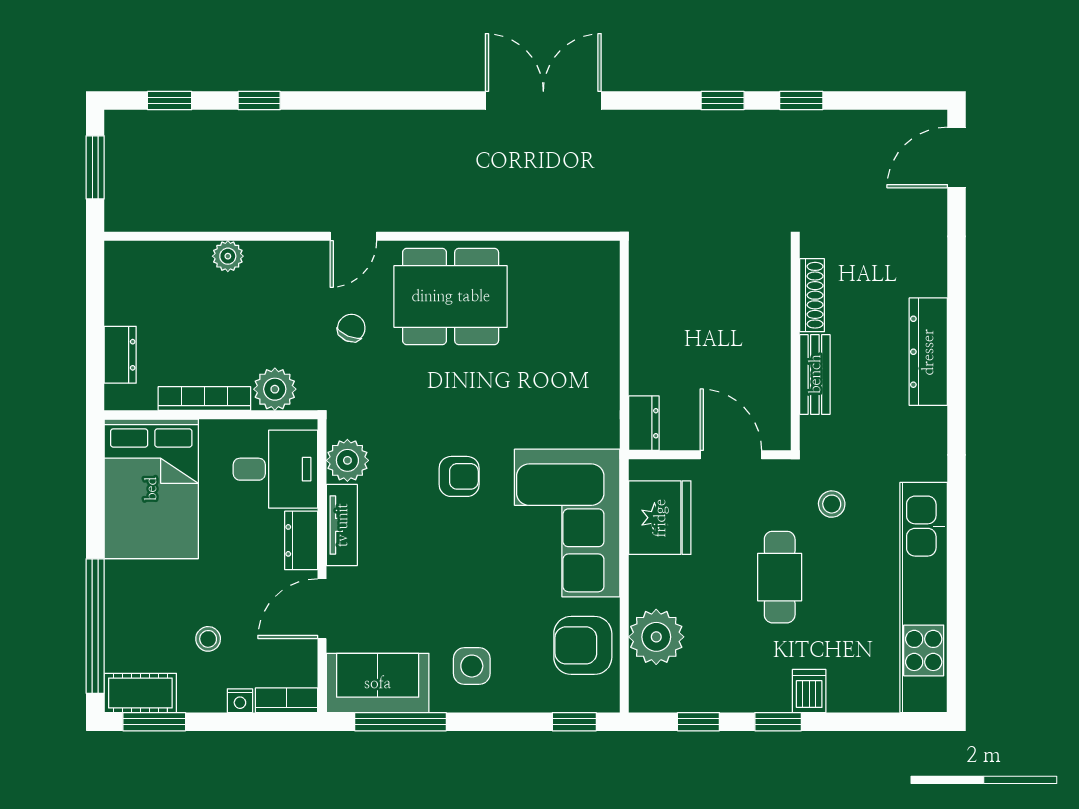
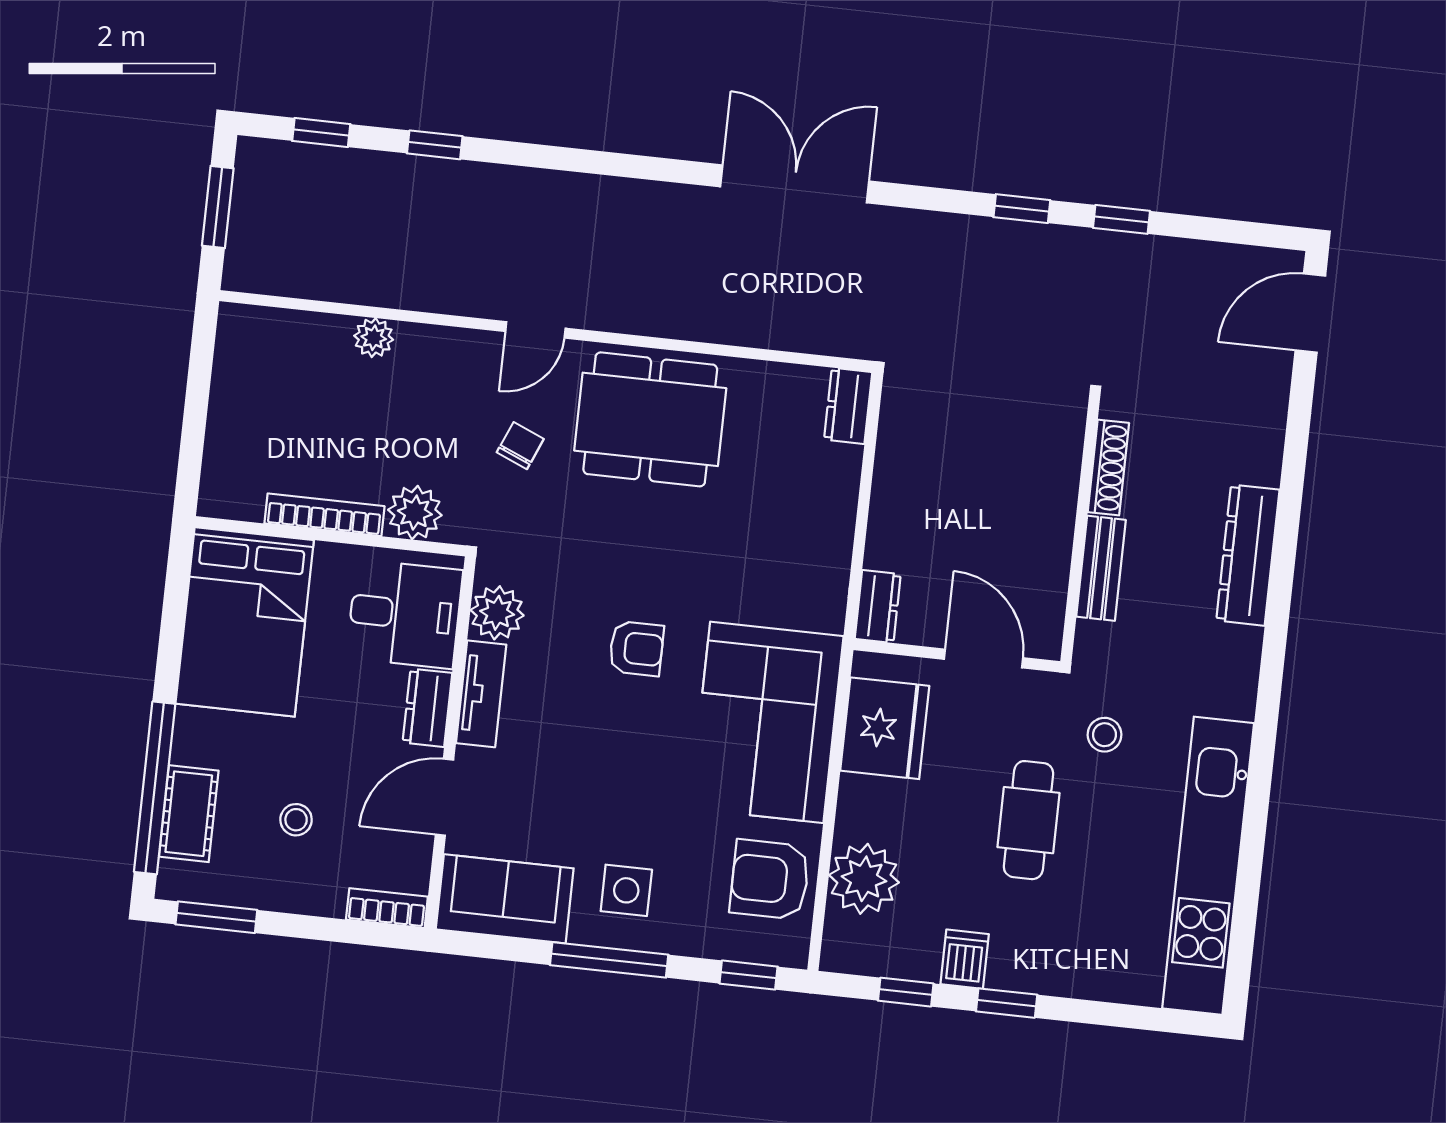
dresser: (120, 355) -> (848, 406), moved, turned 180
dishwasher: (809, 691) -> (965, 959), moved
cot: (140, 693) -> (189, 814), moved, turned 90
nightstand: (240, 701) -> (328, 902), removed
window: (400, 722) -> (609, 960), moved

